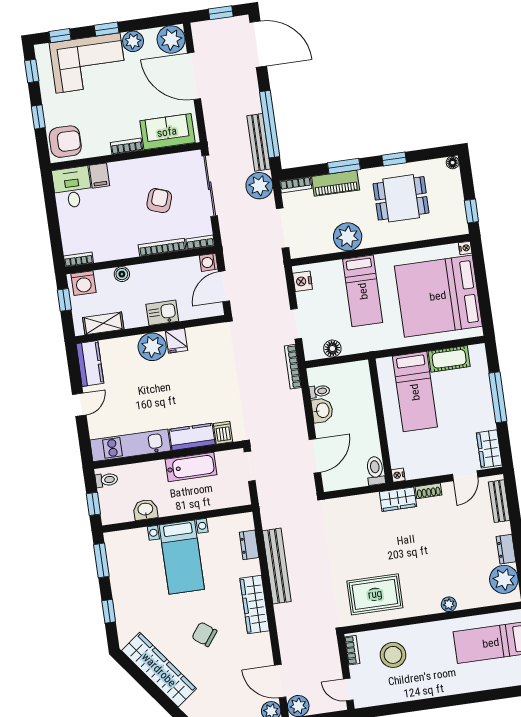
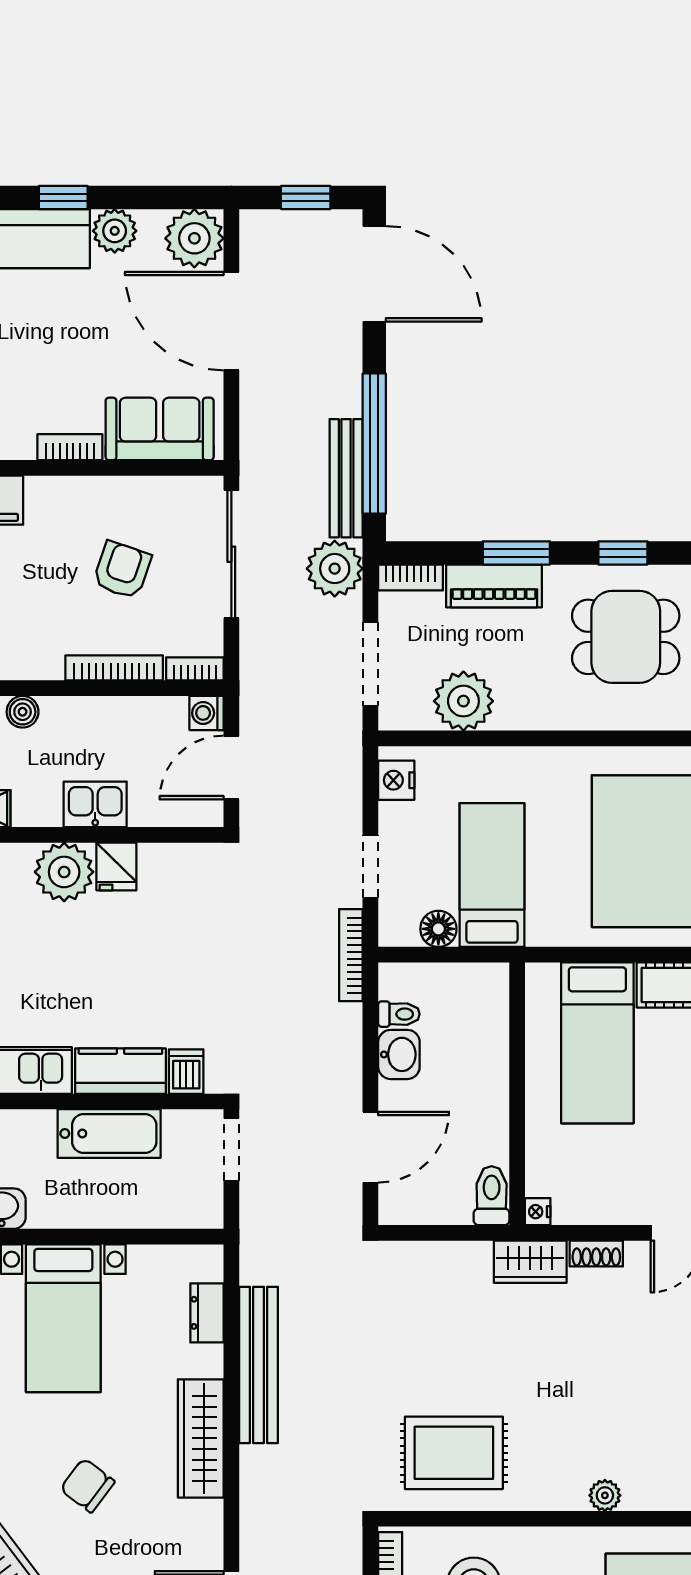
plant: (348, 237) -> (463, 701), moved
bed: (363, 291) -> (492, 875), moved, turned 180

